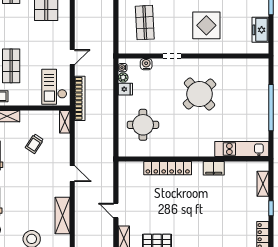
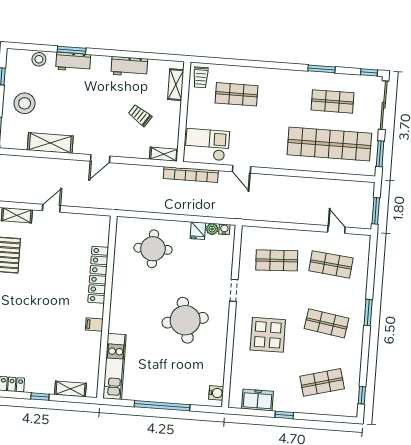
water cooler: (146, 64) -> (216, 393), moved
round table: (200, 94) -> (185, 320), turned 30
filing cabinet: (214, 168) -> (94, 325), width x0.50

